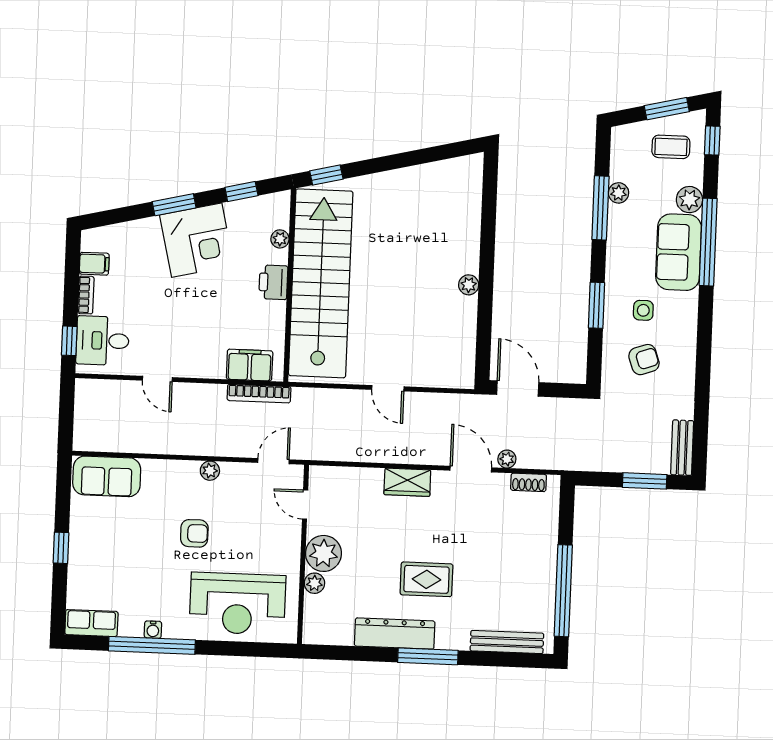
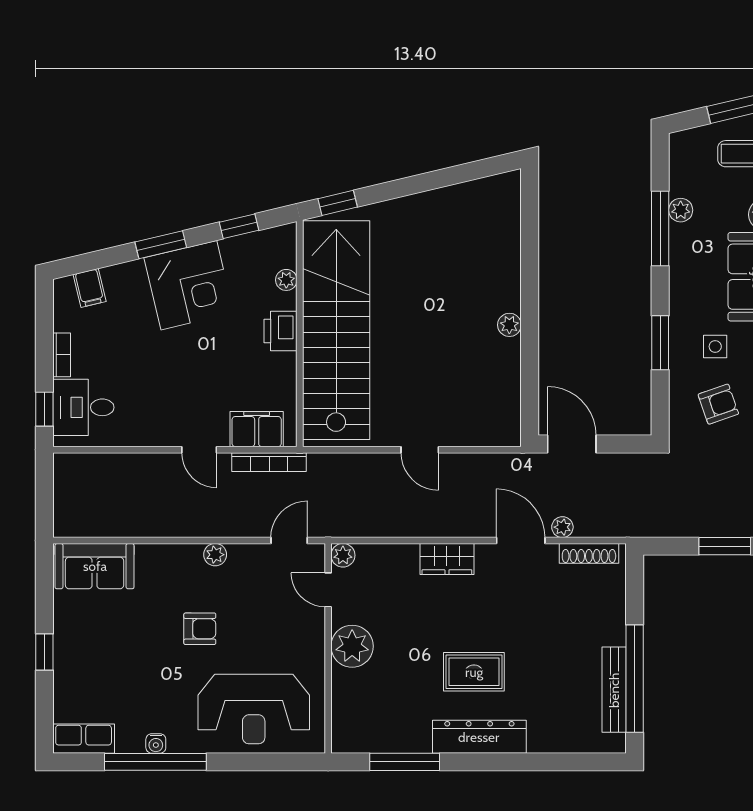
filing cabinet: (94, 264) -> (90, 288), moved, turned 77
door: (157, 379) -> (199, 450), moved
shoe rack: (529, 482) -> (589, 553), width x1.43
plant: (314, 583) -> (343, 555), moved
dresser: (395, 634) -> (479, 737), moved
bench: (507, 642) -> (614, 690), moved, turned 90
window: (428, 656) -> (405, 762), moved

